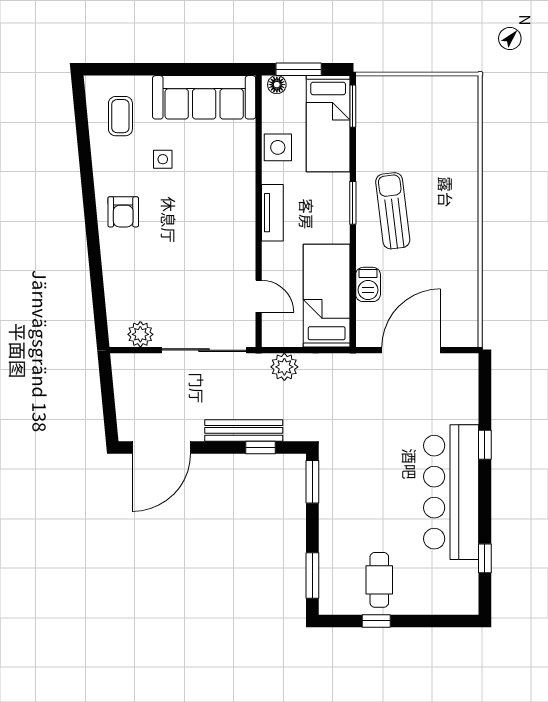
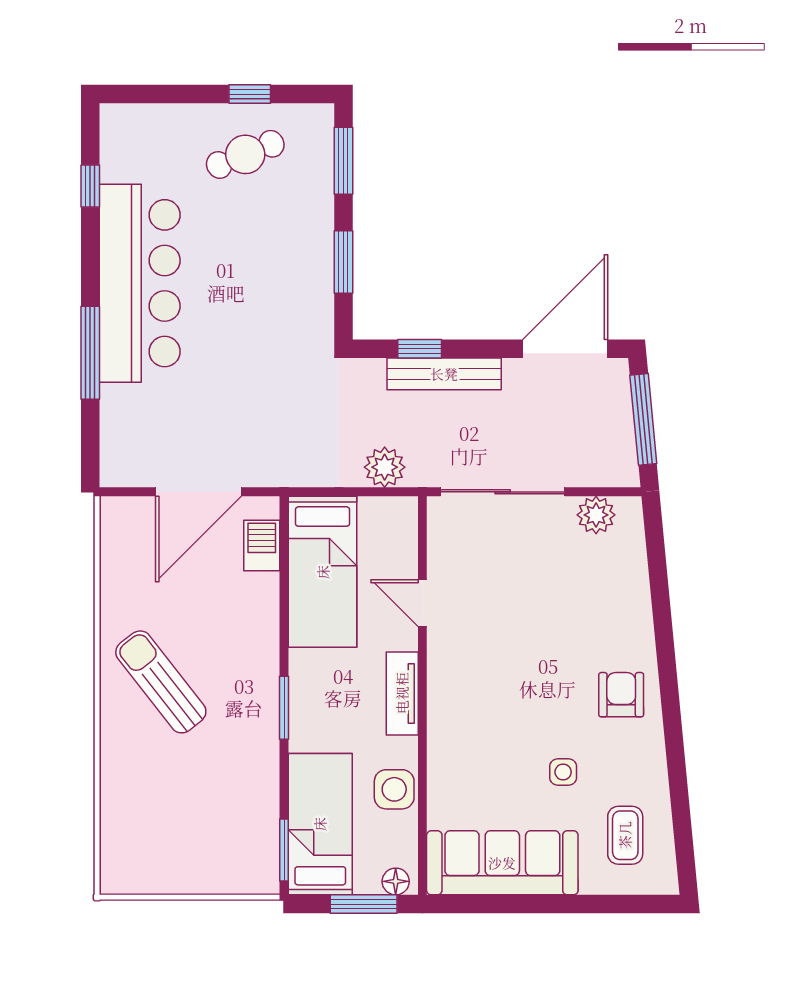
sun lounger: (393, 211) -> (161, 682), moved, turned 149
barbecue: (368, 284) -> (262, 545), moved
door: (259, 296) -> (422, 603), moved
window: (108, 399) -> (643, 419), added
window: (485, 445) -> (90, 353), width x2.17
window: (312, 482) -> (343, 262), moved
cafe table: (379, 580) -> (245, 154), turned 68

